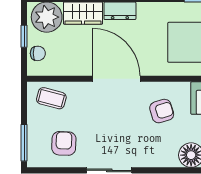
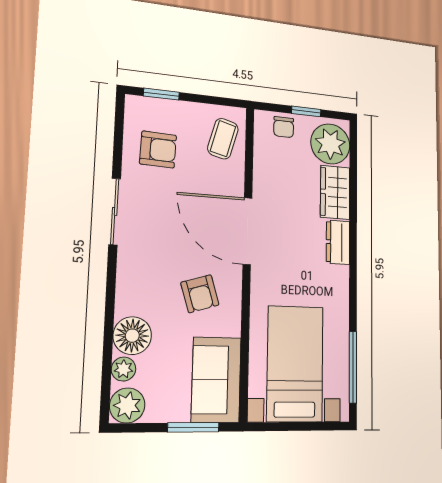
door: (116, 79) -> (247, 231), swing flipped
window: (24, 143) -> (161, 94), width x0.67

